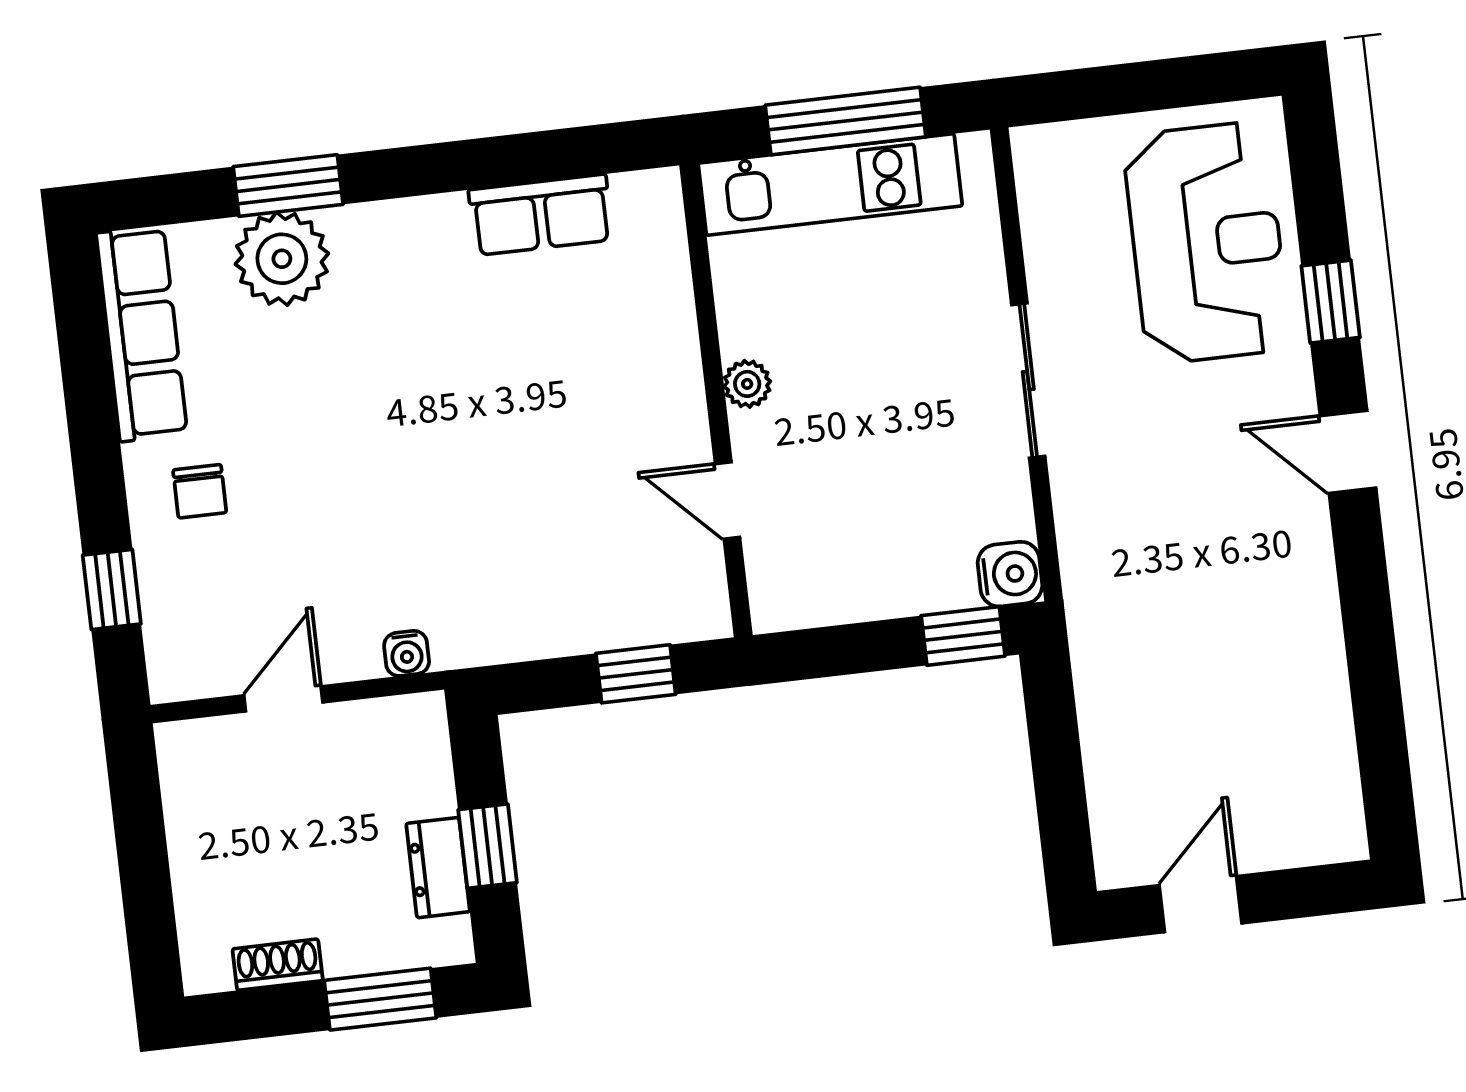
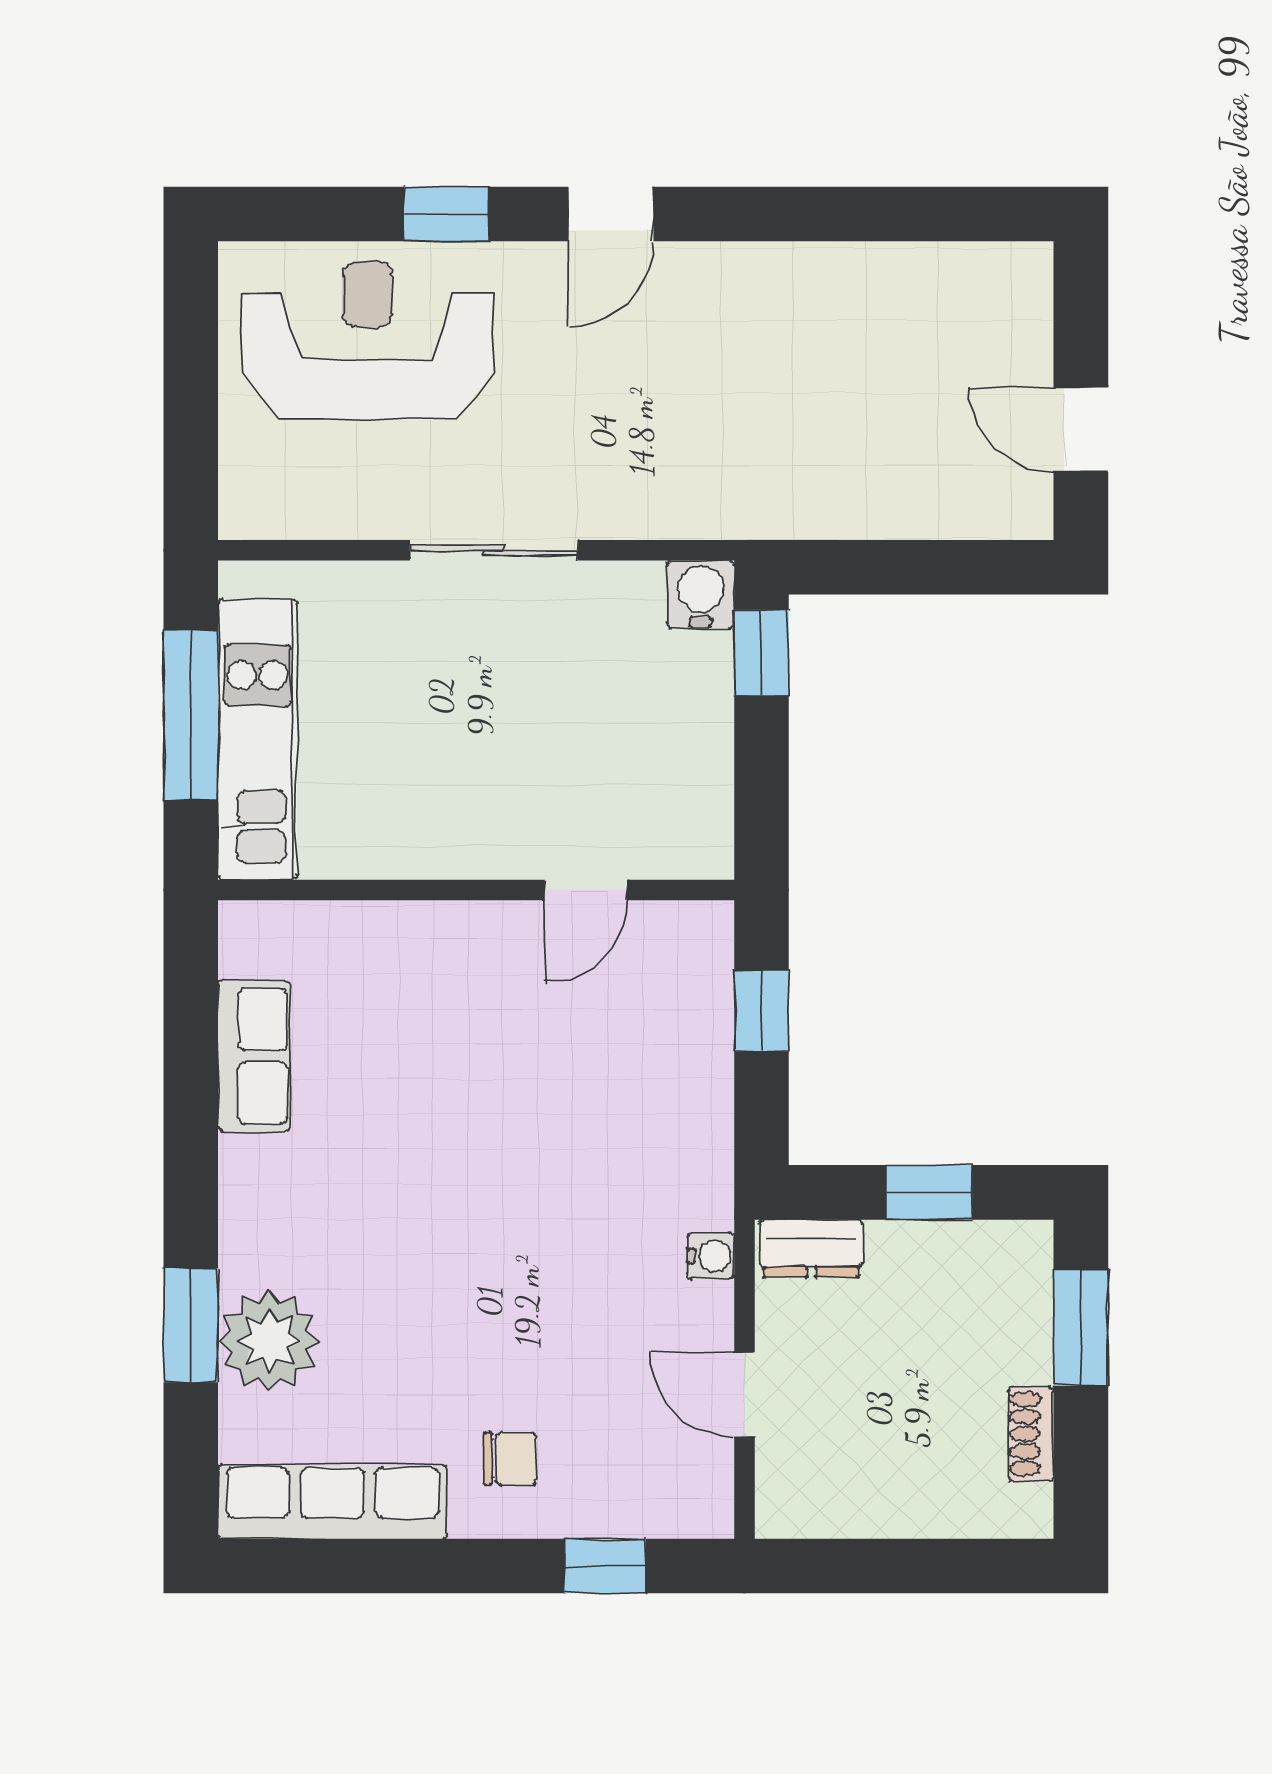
plant: (747, 384) -> (462, 854), removed
dresser: (438, 868) -> (811, 1249), moved

